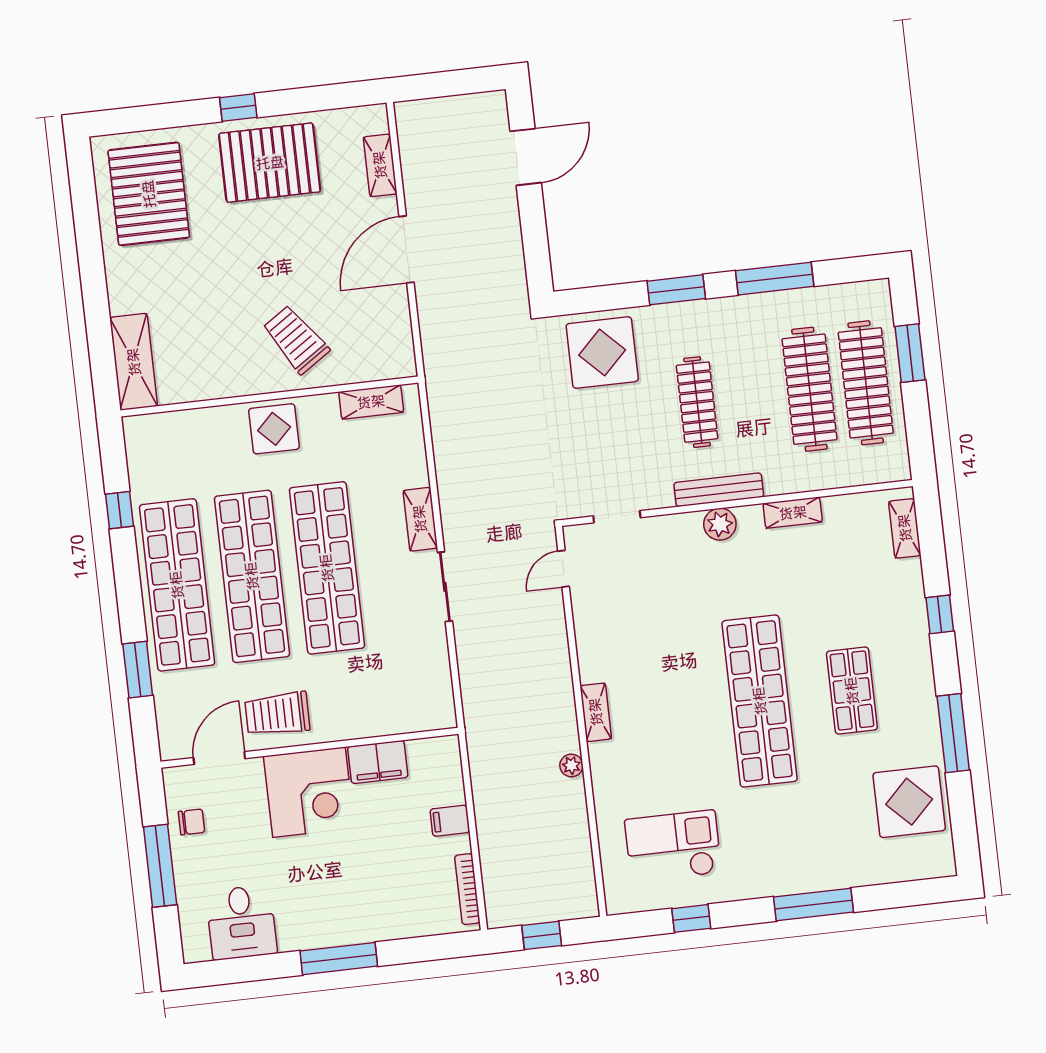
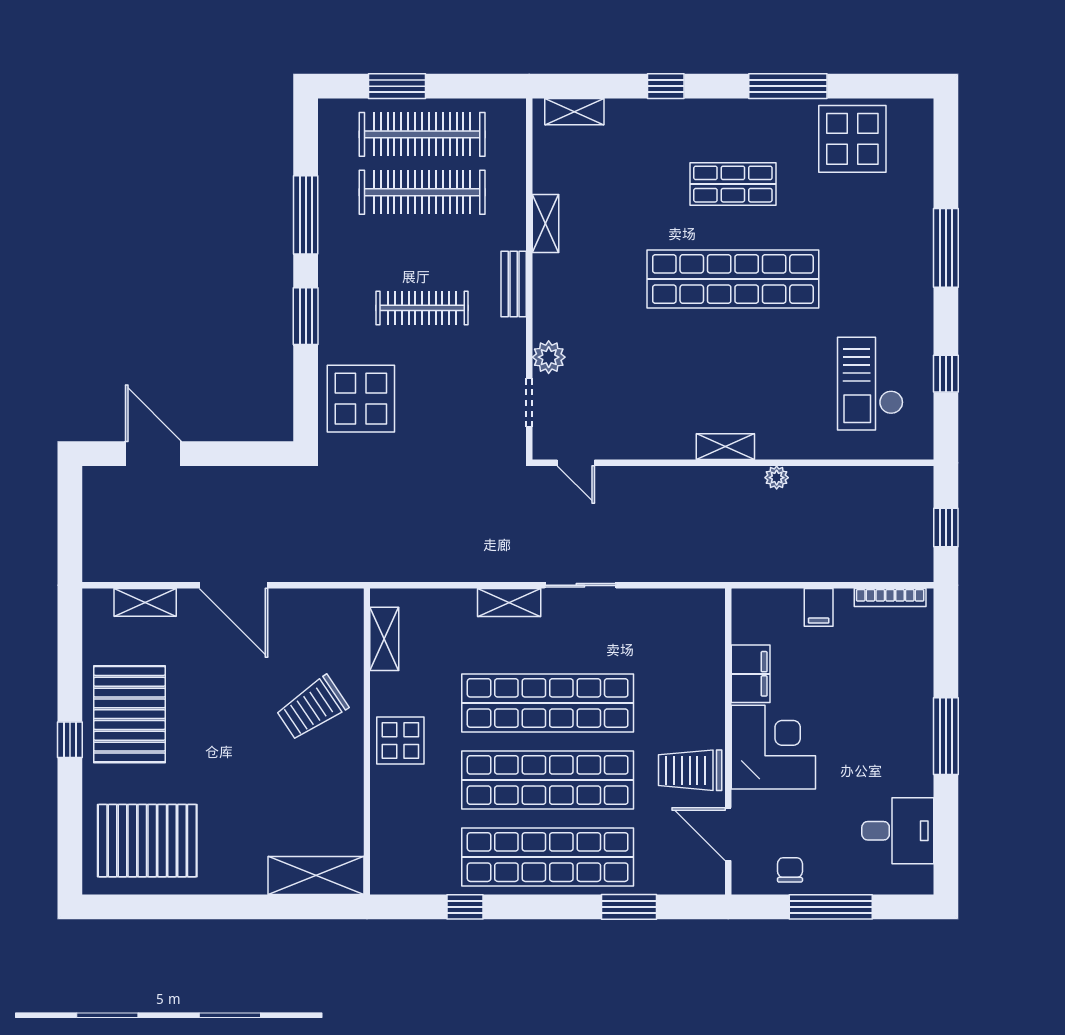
bench: (719, 490) -> (514, 284), width x0.73
plant: (720, 524) -> (549, 357), moved
trolley: (277, 714) -> (690, 770), turned 90

